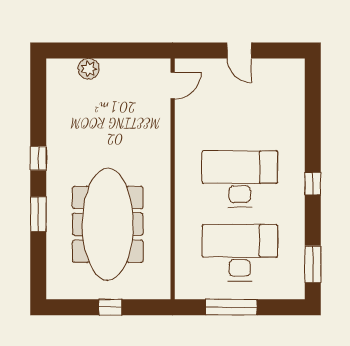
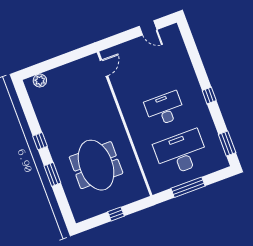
door: (239, 51) -> (148, 28), moved
plant: (89, 69) -> (40, 81), moved
desk: (240, 179) -> (165, 109), width x0.73, depth x0.77
meeting table: (108, 224) -> (96, 165), width x0.73

